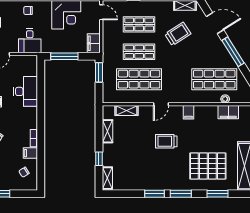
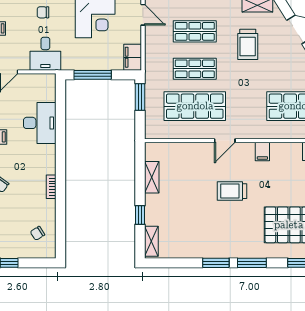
trolley: (178, 34) -> (248, 44), turned 123
shelving: (126, 111) -> (178, 149), removed
filing cabinet: (30, 153) -> (46, 207), removed

